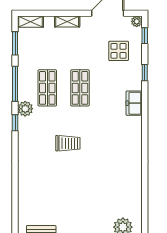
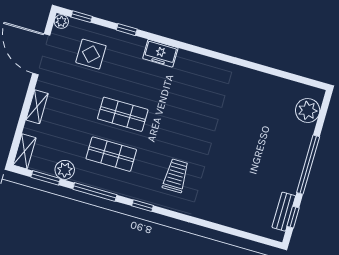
plant: (25, 109) -> (65, 170), moved
trolley: (68, 143) -> (176, 176), moved

